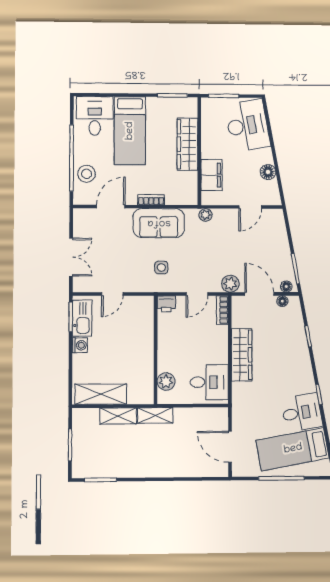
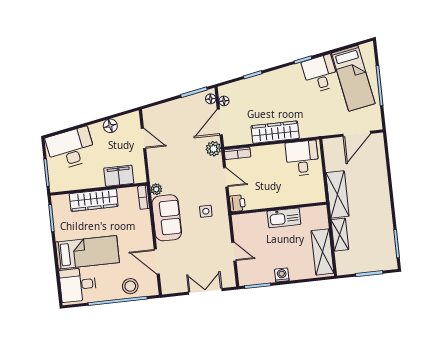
bookcase: (151, 200) -> (144, 197), moved
plant: (206, 215) -> (156, 189), moved
kitchen sink: (82, 318) -> (284, 218), moved, turned 180
plant: (166, 382) -> (305, 196), removed
shelving: (155, 415) -> (337, 194), width x1.50, depth x1.33

